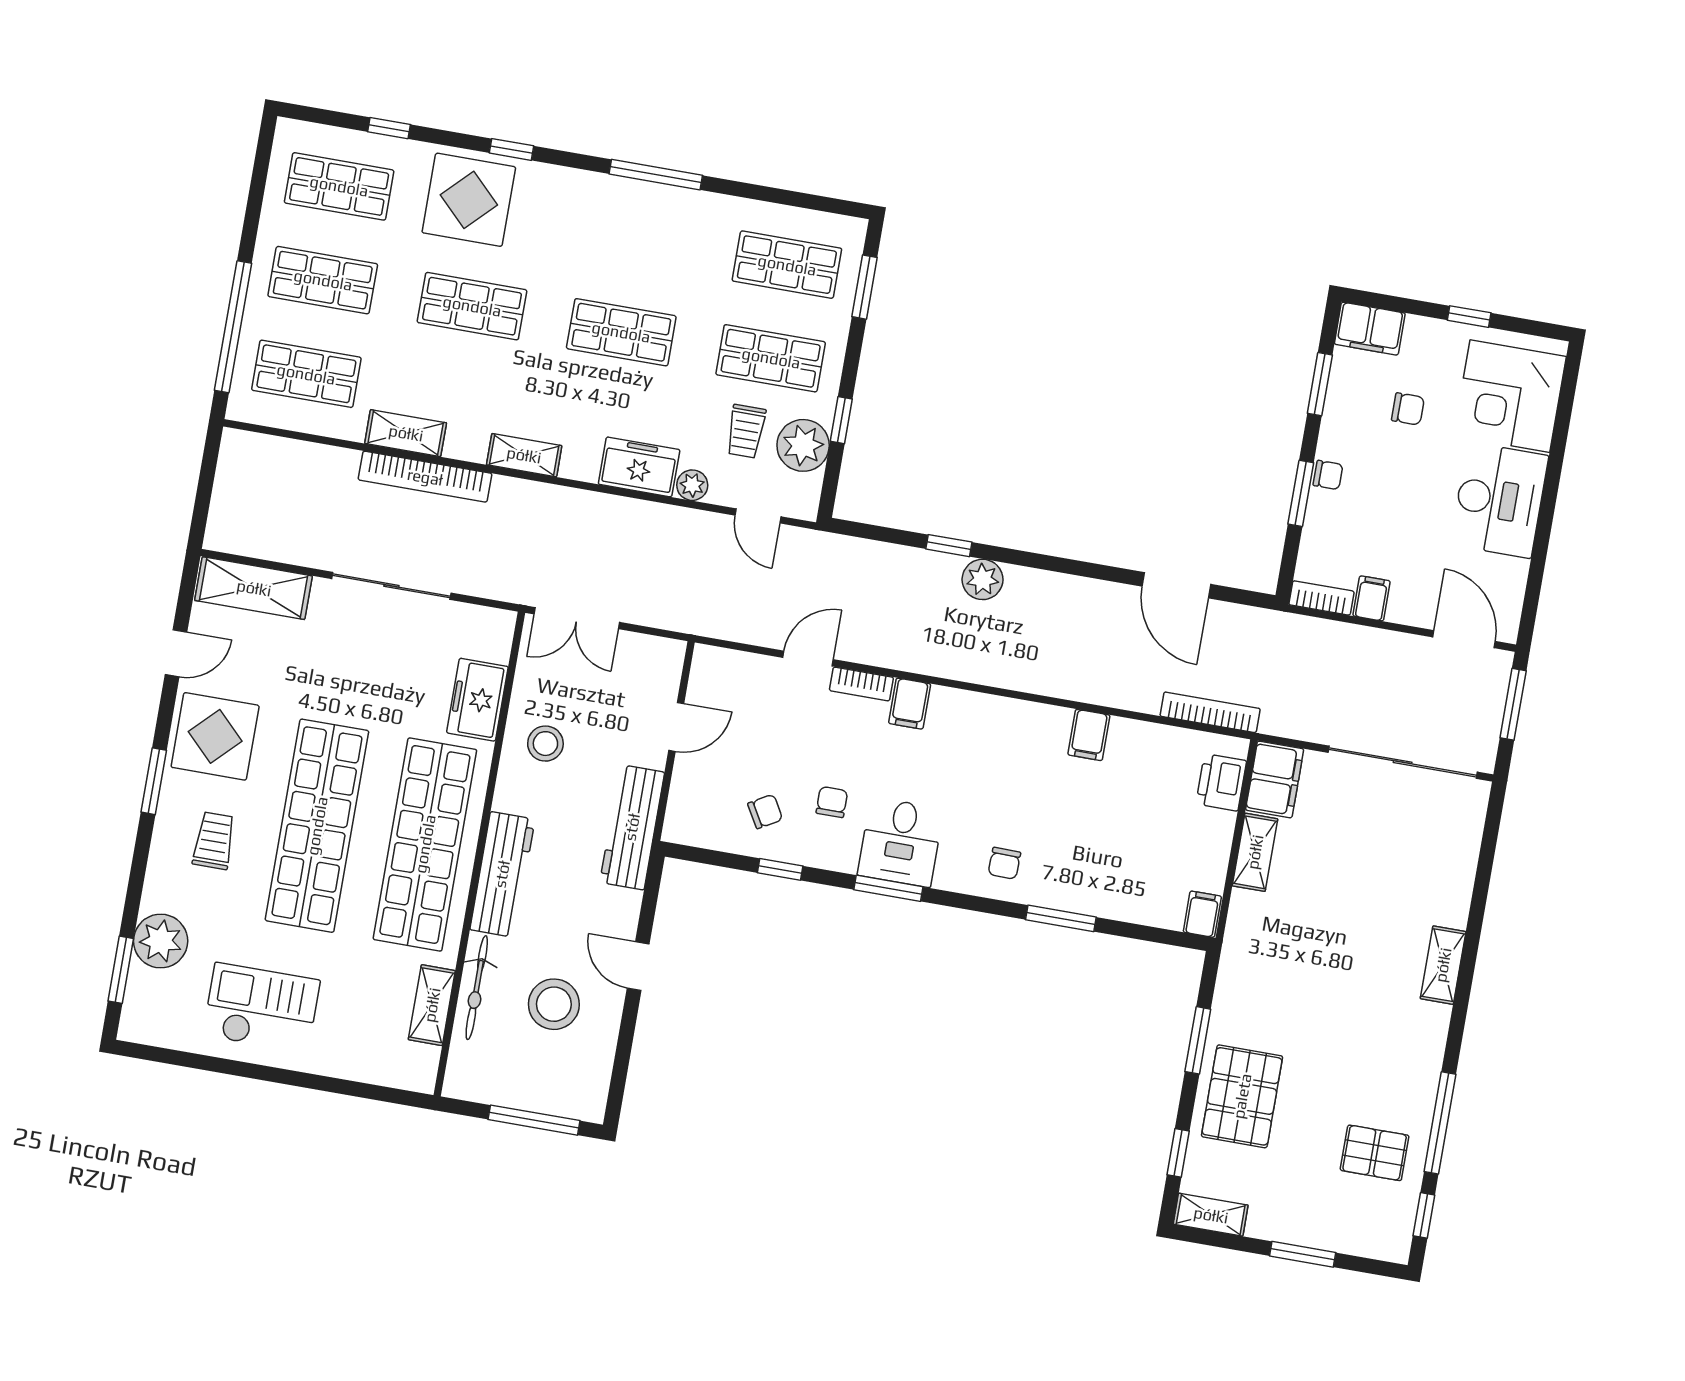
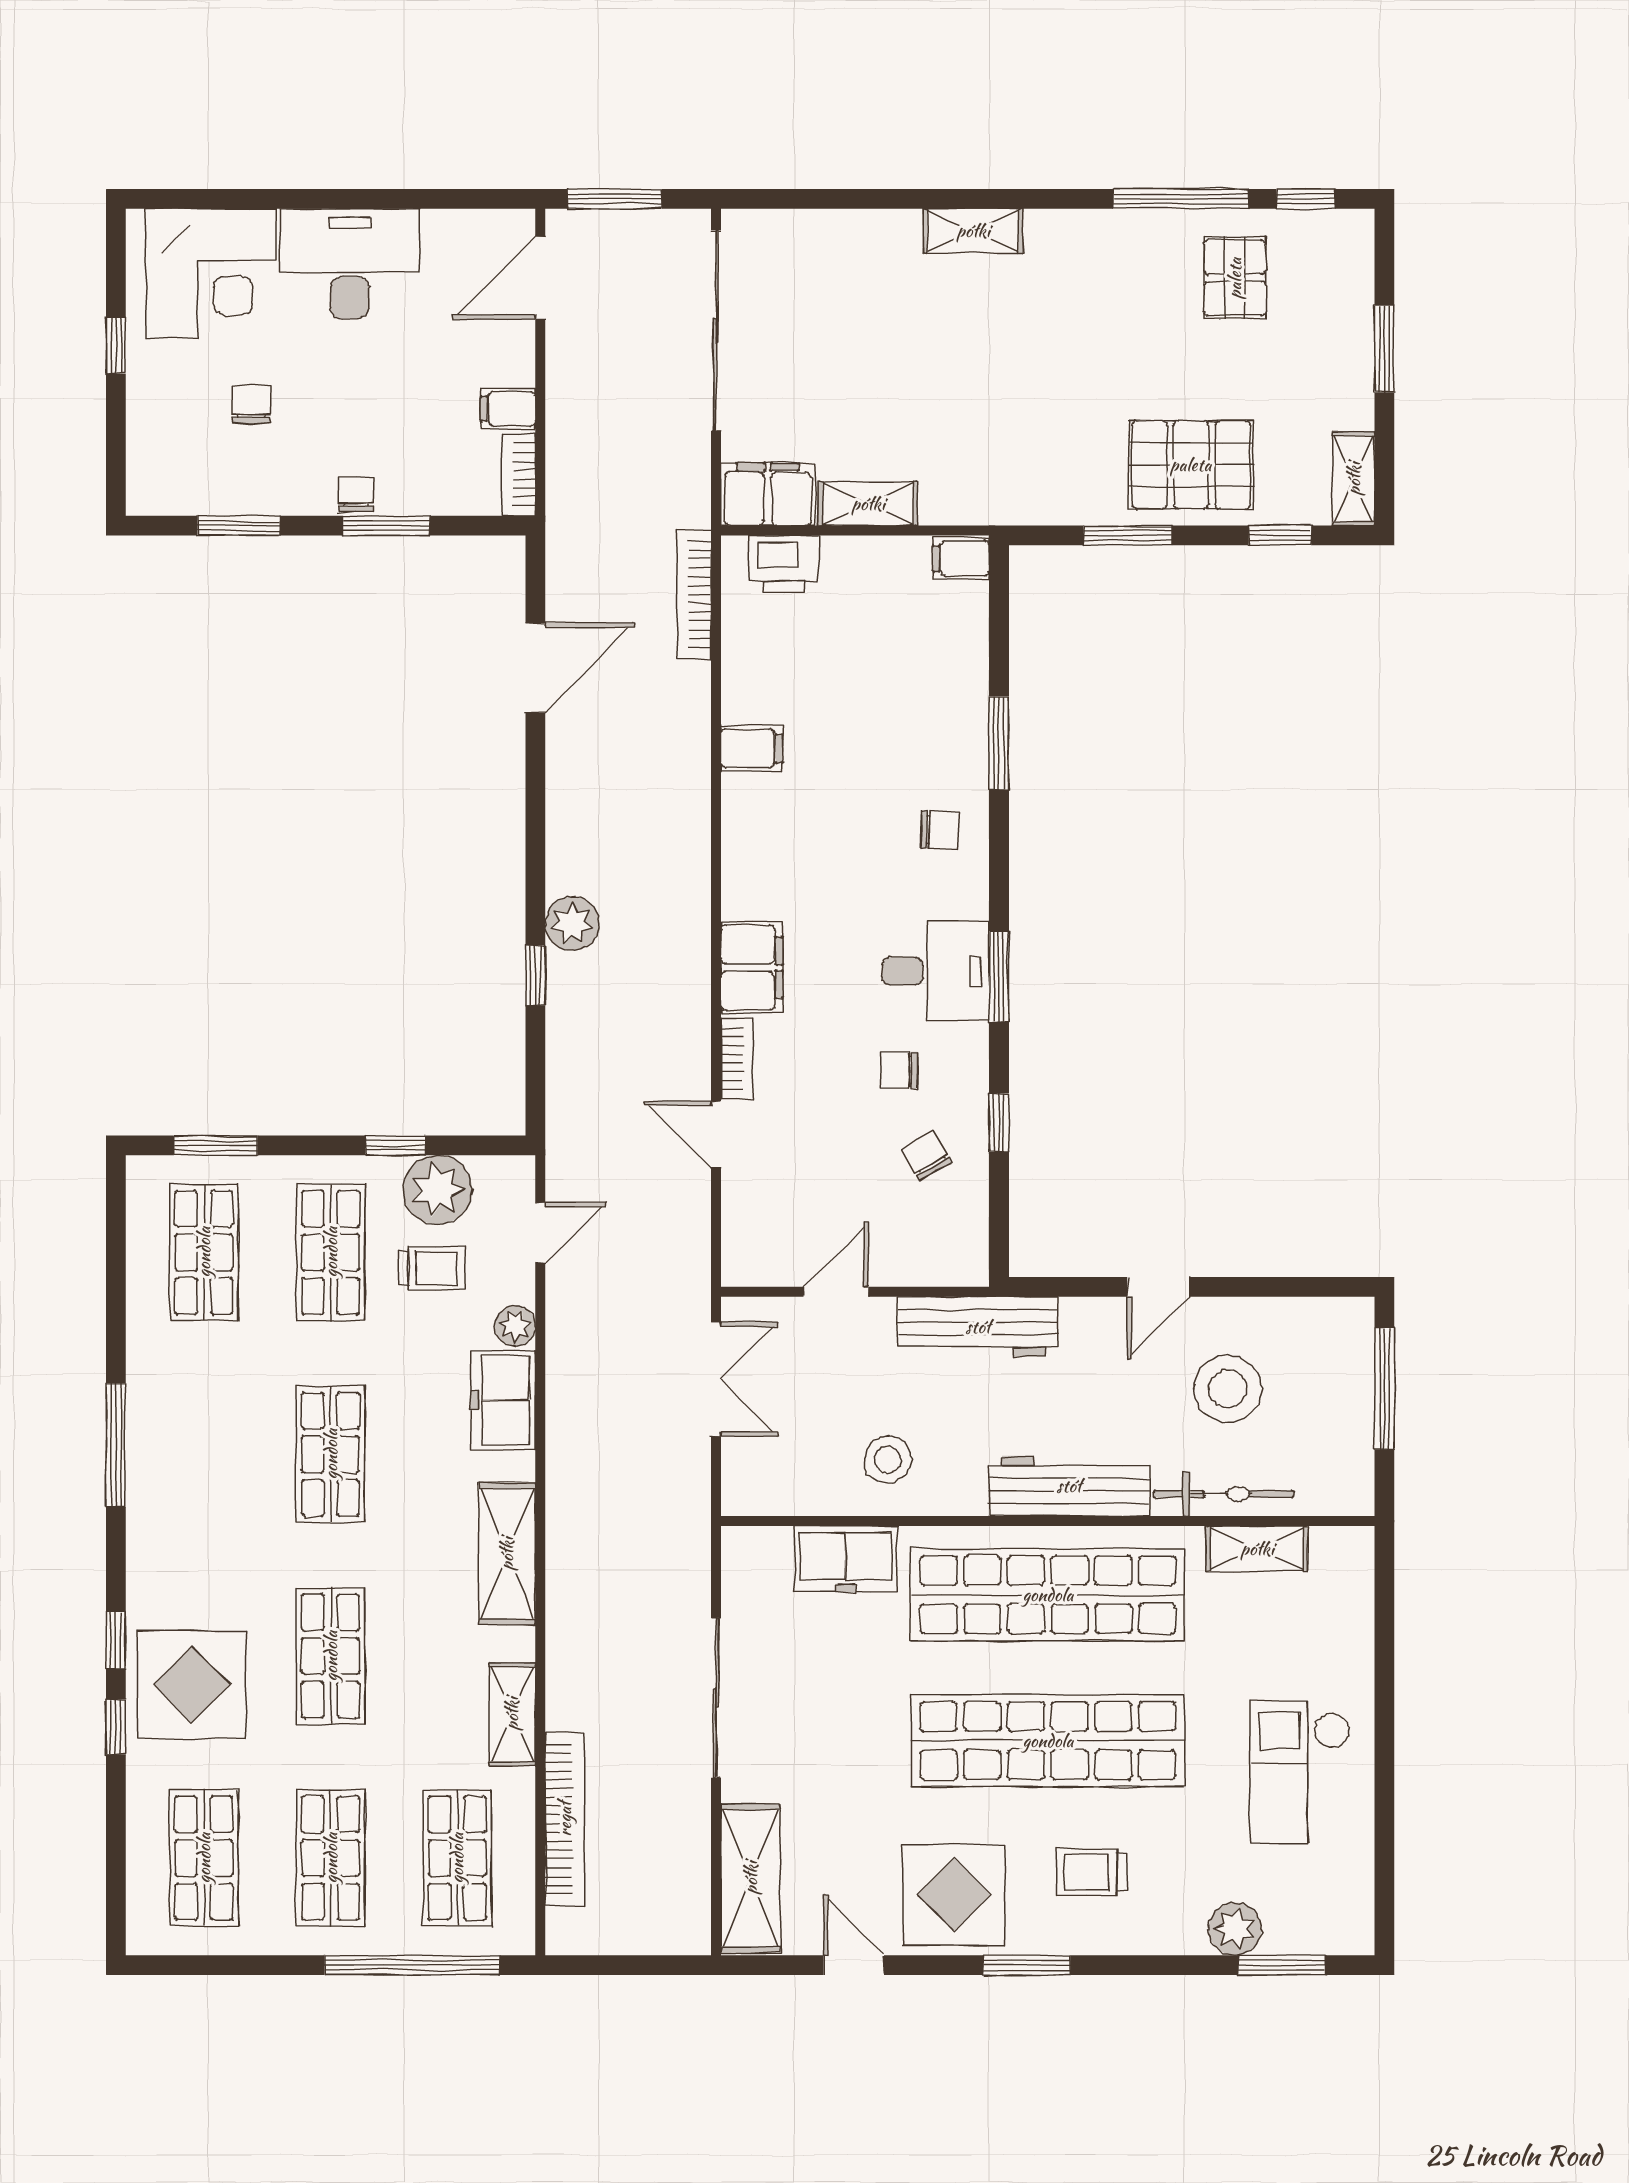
window: (389, 128) -> (116, 1727), moved
filing cabinet: (1370, 329) -> (154, 473), removed
shelving: (524, 455) -> (507, 1554), width x1.50, depth x1.33
bookcase: (425, 477) -> (565, 1819), moved
double door: (577, 618) -> (716, 1379), moved
filing cabinet: (910, 704) -> (752, 968), width x2.00
door: (676, 727) -> (836, 1292), hinge flipped
plant: (161, 941) -> (1235, 1929), width x0.73, depth x0.73

